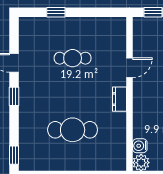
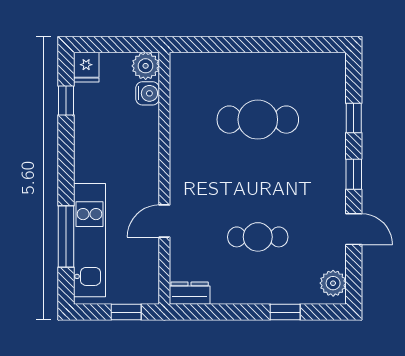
plant: (27, 30) -> (333, 283), added
dresser: (120, 99) -> (190, 293), moved, turned -90
window: (14, 155) -> (354, 118), moved

